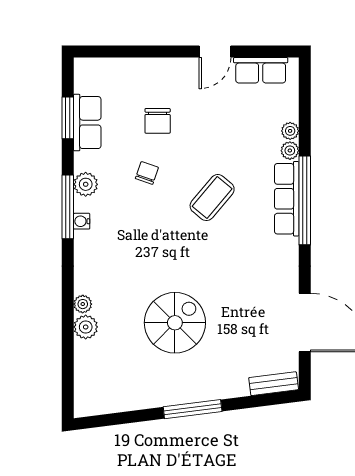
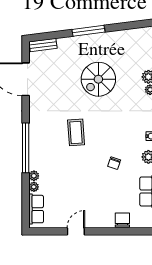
row of seats: (261, 70) -> (36, 209), moved, turned 90
chair: (158, 121) -> (122, 220), moved
coffee table: (212, 198) -> (76, 132), moved, turned -44
row of seats: (287, 199) -> (36, 149), removed

